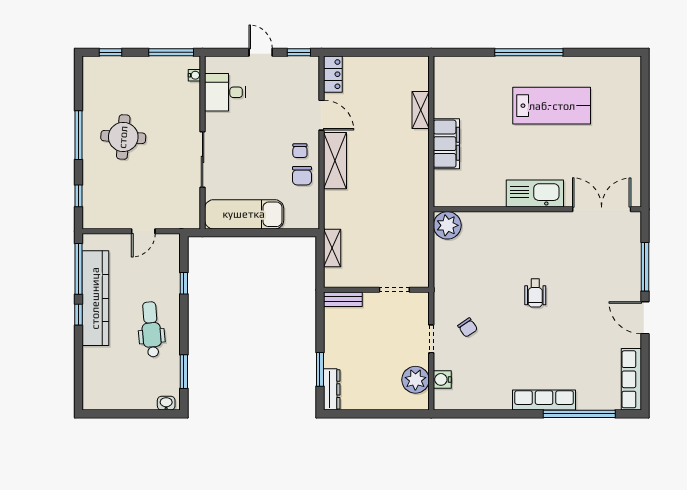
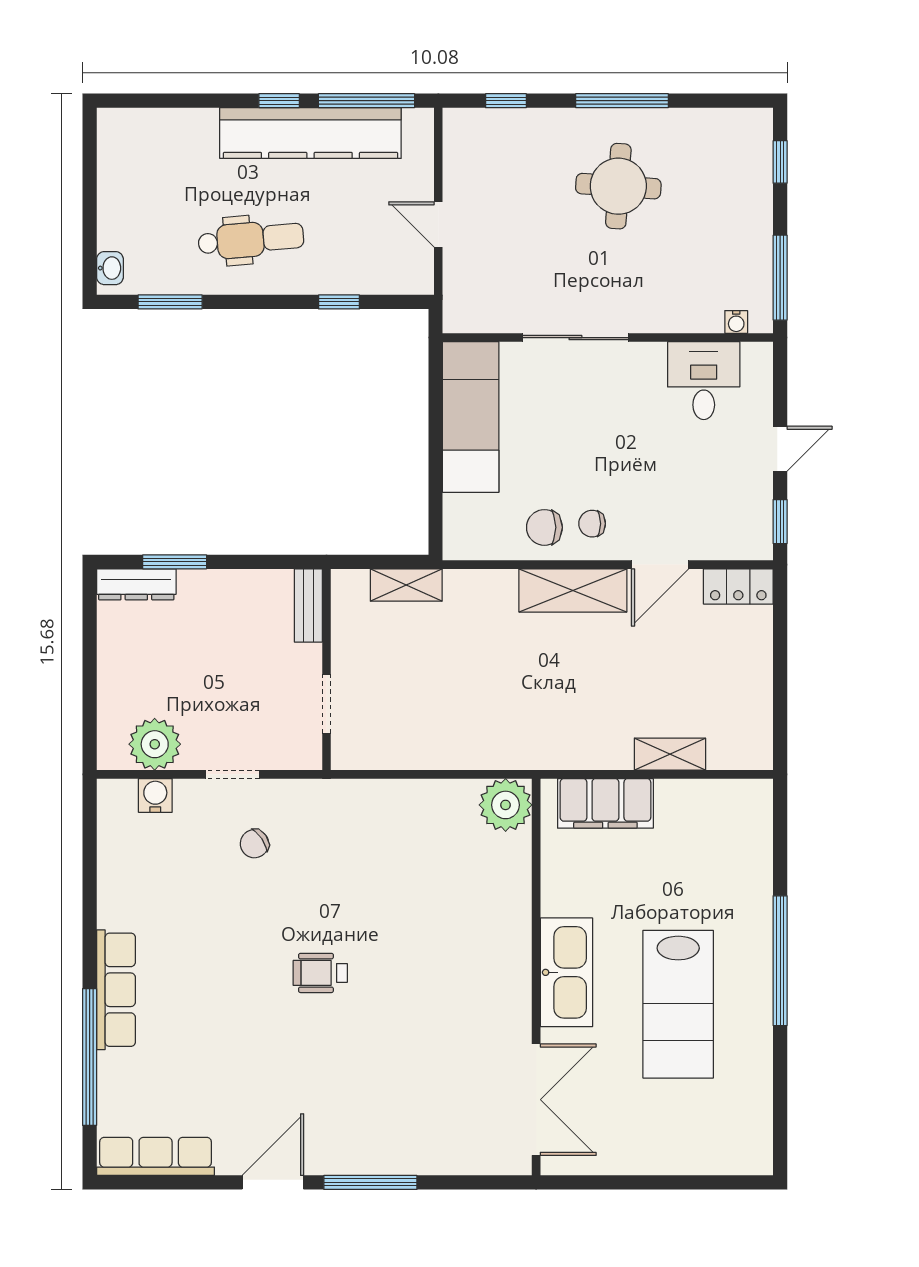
kitchen sink: (535, 193) -> (566, 972), moved
wall: (537, 209) -> (536, 977), moved
double door: (602, 209) -> (536, 1100), moved
plant: (447, 225) -> (506, 805), moved

